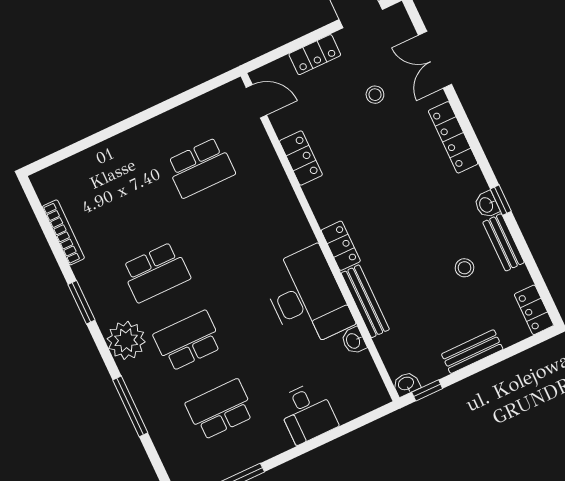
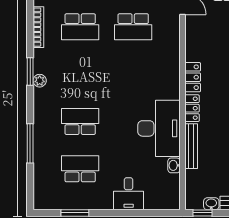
locker: (301, 158) -> (193, 77), moved
school desk: (156, 272) -> (80, 27), moved
plant: (126, 340) -> (40, 81), moved, width x0.53, depth x0.53
washbasin: (406, 384) -> (211, 204), moved

